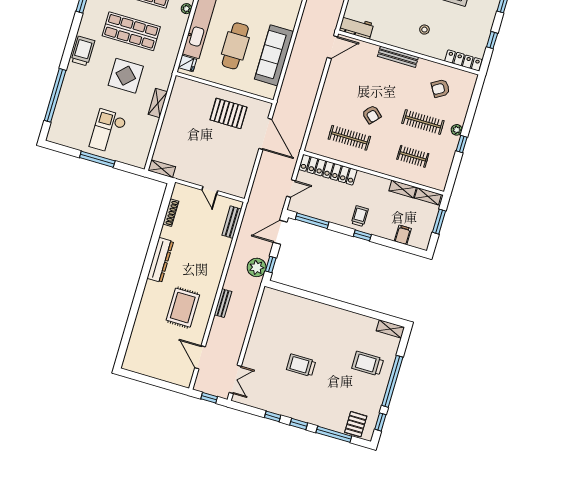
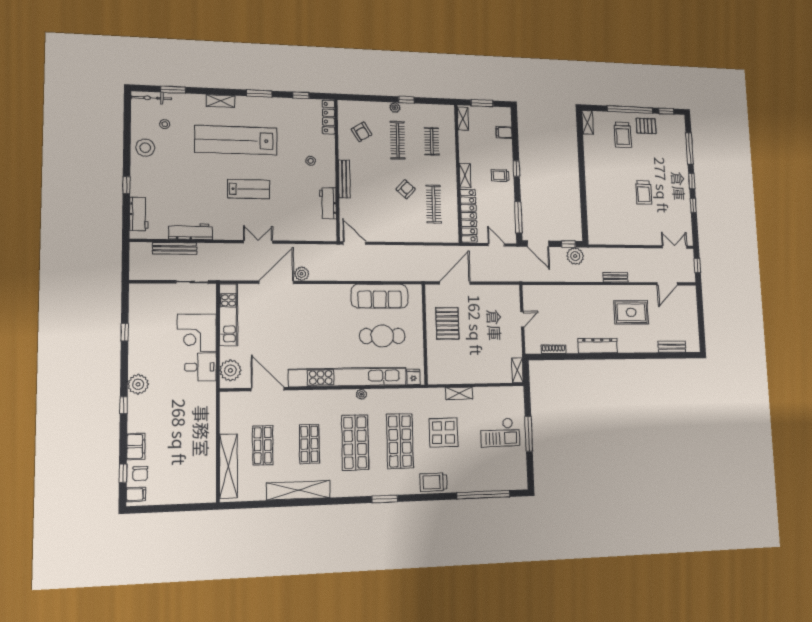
workbench: (356, 27) -> (328, 203), moved
shelving: (403, 189) -> (465, 175), moved
bench: (232, 222) -> (672, 347), moved
pallet: (356, 424) -> (646, 126), moved

